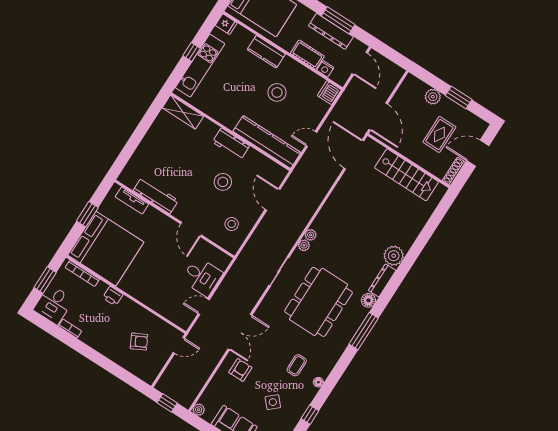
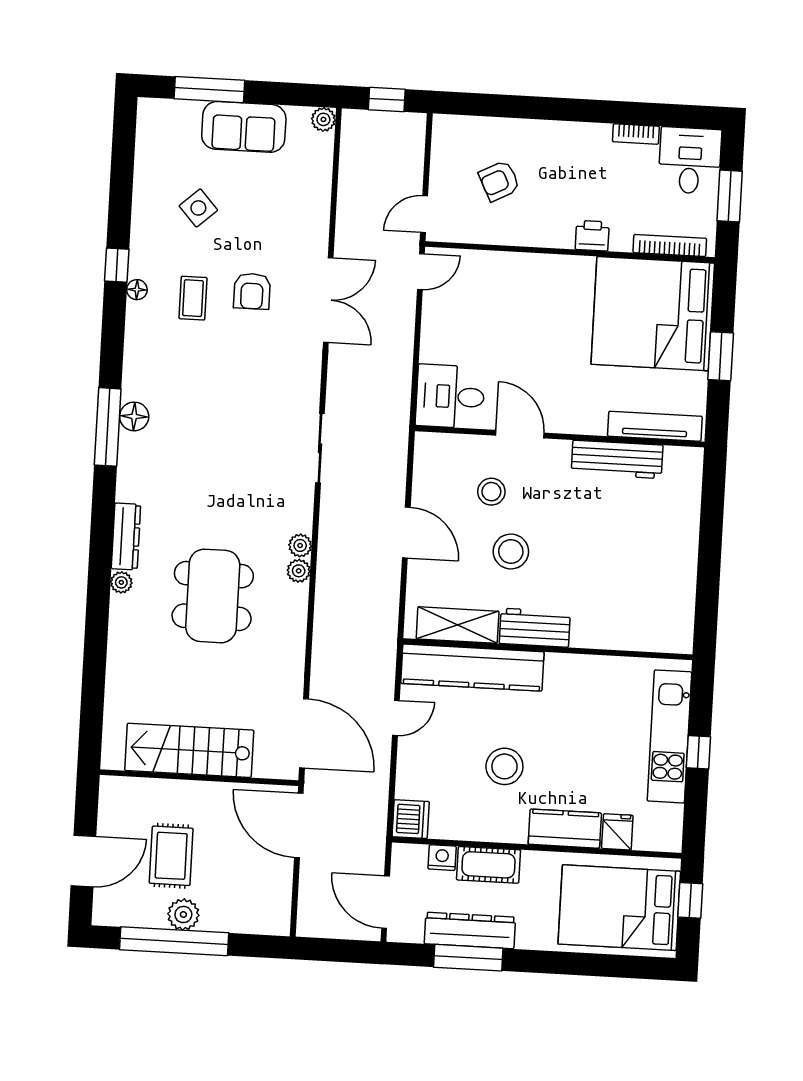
fridge: (226, 24) -> (617, 832), moved, turned 90
plant: (433, 97) -> (183, 915), moved
window: (459, 98) -> (174, 941), width x2.11
shelving: (183, 112) -> (458, 625), moved
shoe rack: (454, 171) -> (108, 804), removed
door: (273, 199) -> (406, 532), moved
tv unit: (132, 200) -> (655, 426), width x1.41
stool: (232, 224) -> (491, 492), moved
plant: (304, 245) -> (299, 571), moved
plant: (394, 256) -> (121, 582), width x0.53, depth x0.53
desk: (202, 277) -> (450, 396), moved
floor lamp: (368, 300) -> (134, 416), moved
dining table: (318, 302) -> (213, 596), moved, width x0.73, depth x0.80
door: (204, 307) -> (421, 272), moved
double door: (240, 332) -> (328, 300), swing flipped
armchair: (240, 370) -> (252, 291), moved
window: (310, 415) -> (117, 265), moved

